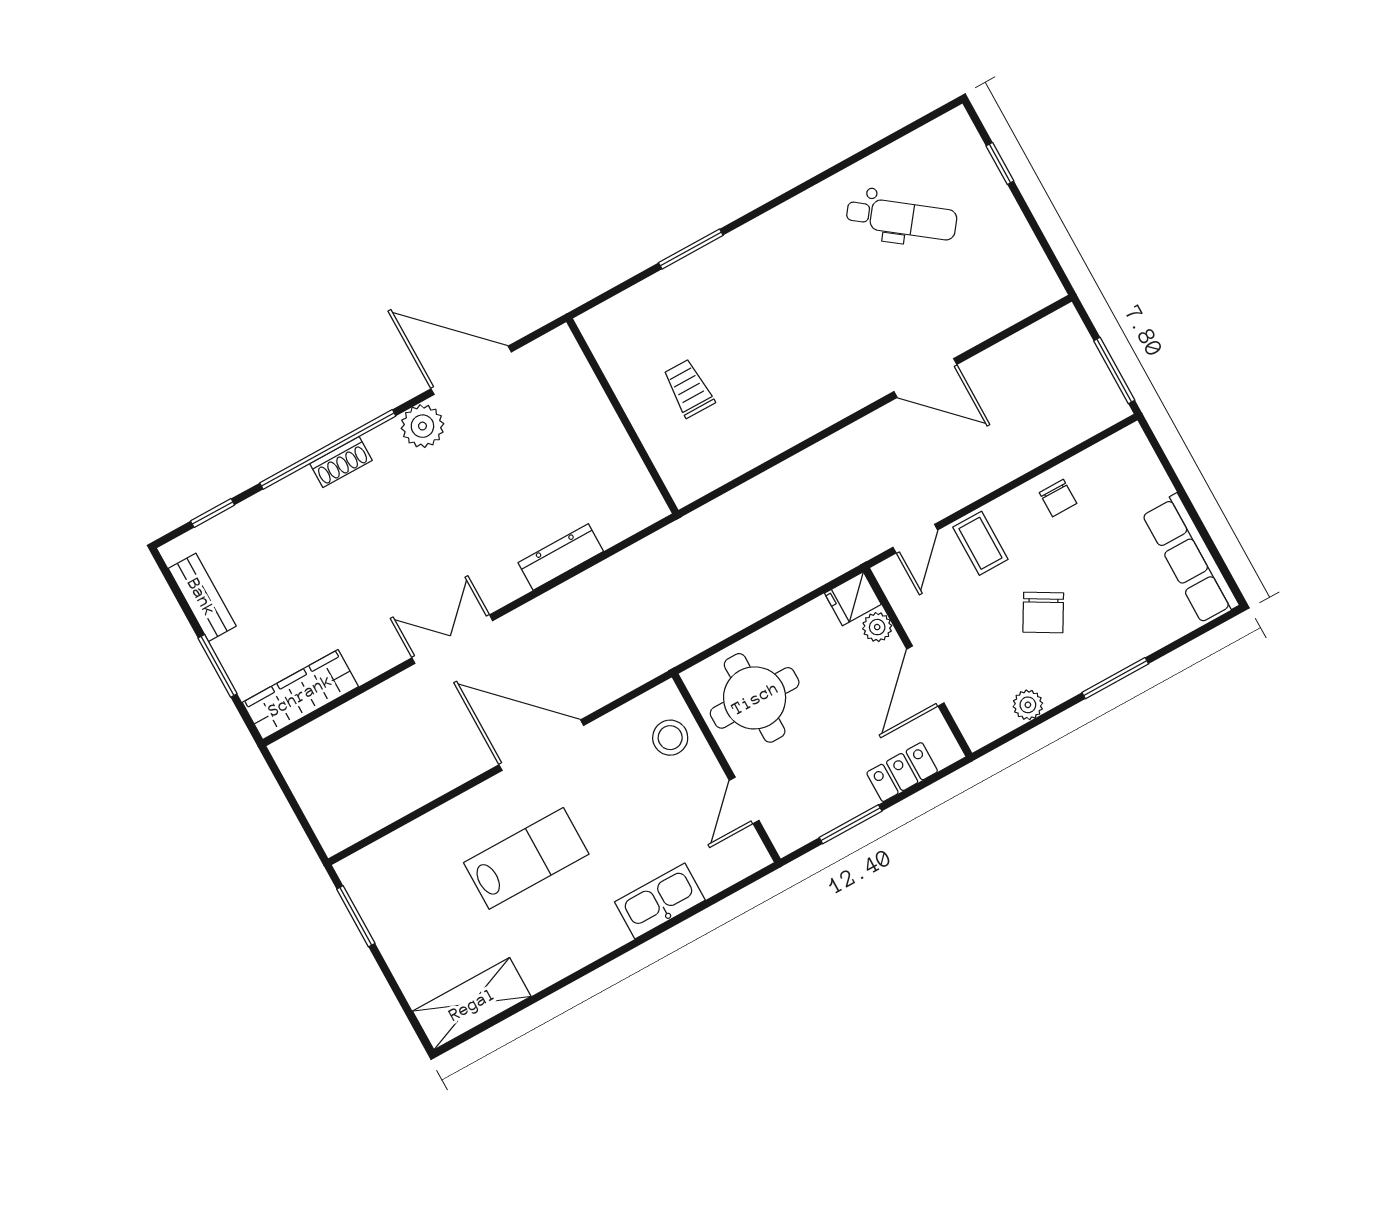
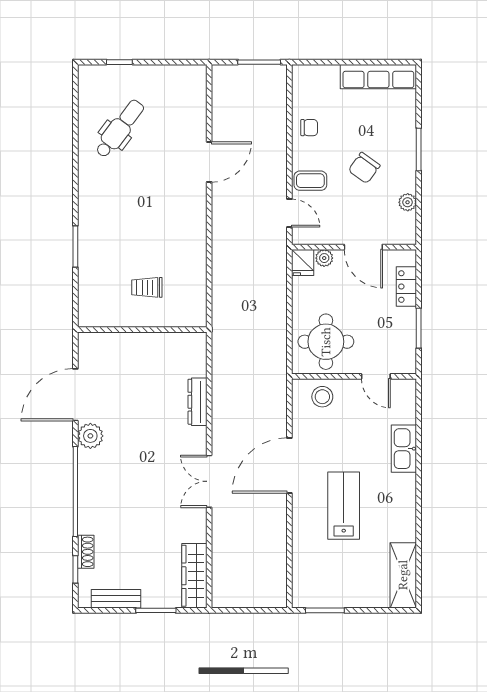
shoe rack: (341, 462) -> (86, 552), moved
chair: (1043, 613) -> (364, 168), turned 96

